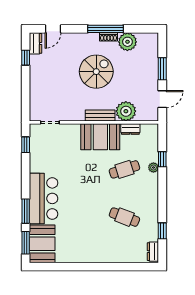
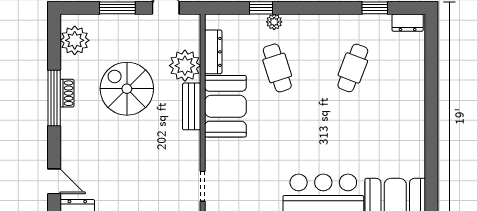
plant: (127, 42) -> (75, 40), moved
spiral stairs: (96, 72) -> (127, 89), moved
dresser: (130, 129) -> (213, 52), width x1.44

